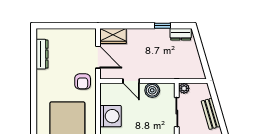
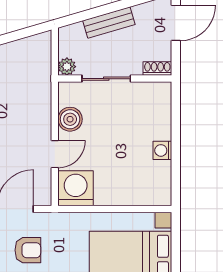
armchair: (83, 81) -> (28, 250), moved
washing machine: (111, 116) -> (76, 188), moved

